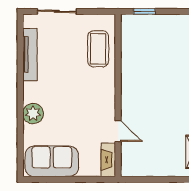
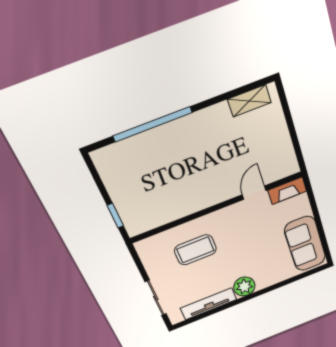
coffee table: (98, 49) -> (195, 250), moved
plant: (33, 114) -> (244, 286), moved

